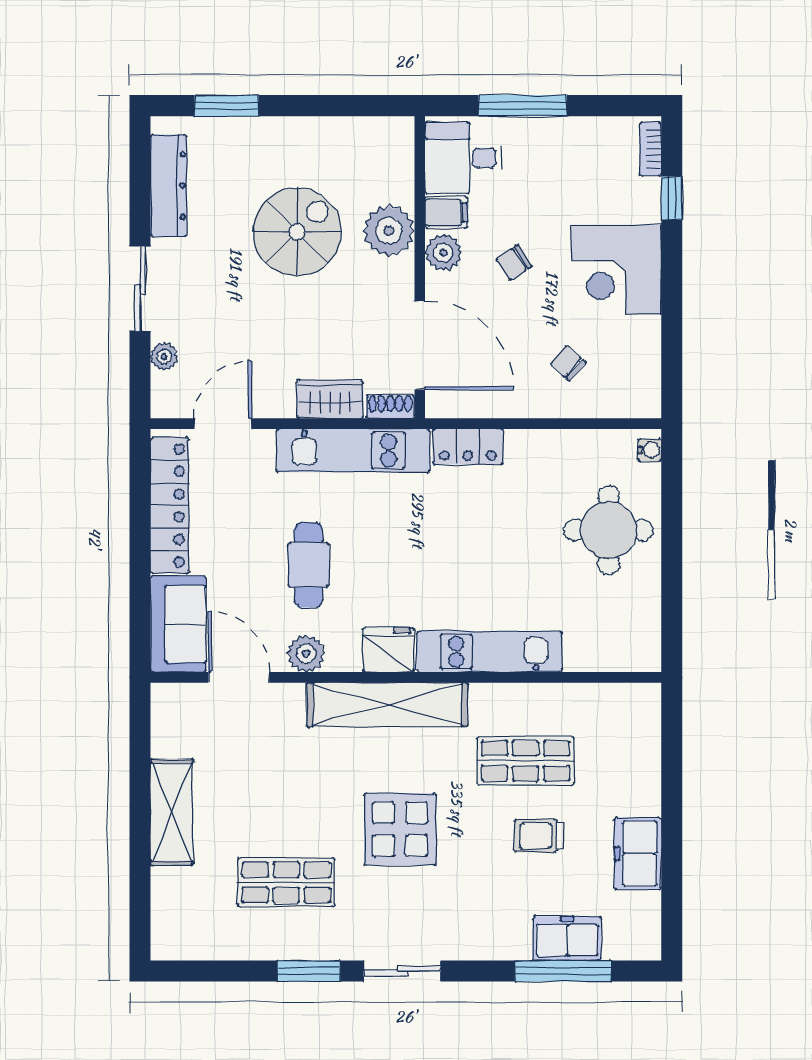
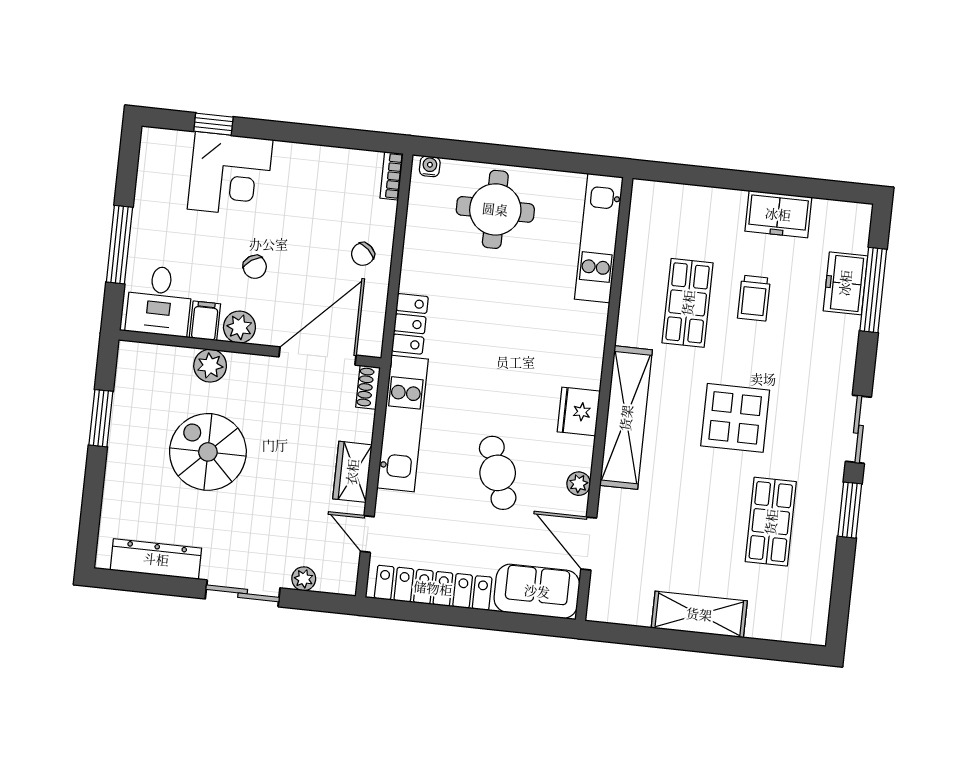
window: (227, 106) -> (101, 418), moved
bookcase: (651, 149) -> (392, 176), moved, turned 90
plant: (389, 231) -> (210, 366), width x0.73, depth x0.73
corner desk: (616, 270) -> (230, 174), moved
chair: (568, 363) -> (363, 254), moved
wardrobe: (330, 399) -> (352, 472), moved
door: (223, 424) -> (367, 534), width x0.73
cafe table: (308, 565) -> (498, 473), turned 71
kitchen unit: (490, 652) -> (599, 238), moved
plant: (306, 654) -> (579, 484), width x0.73, depth x0.73
door: (239, 677) -> (589, 544), hinge flipped

